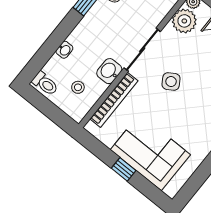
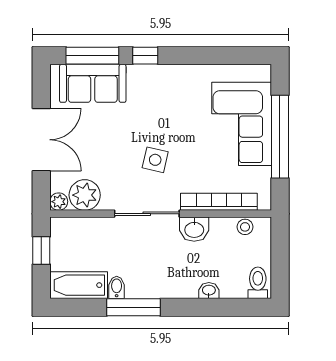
side table: (171, 81) -> (155, 160), turned 45
stool: (78, 87) -> (245, 227), moved
window: (124, 169) -> (280, 137), width x3.17

